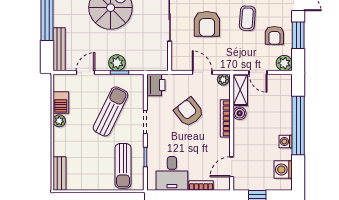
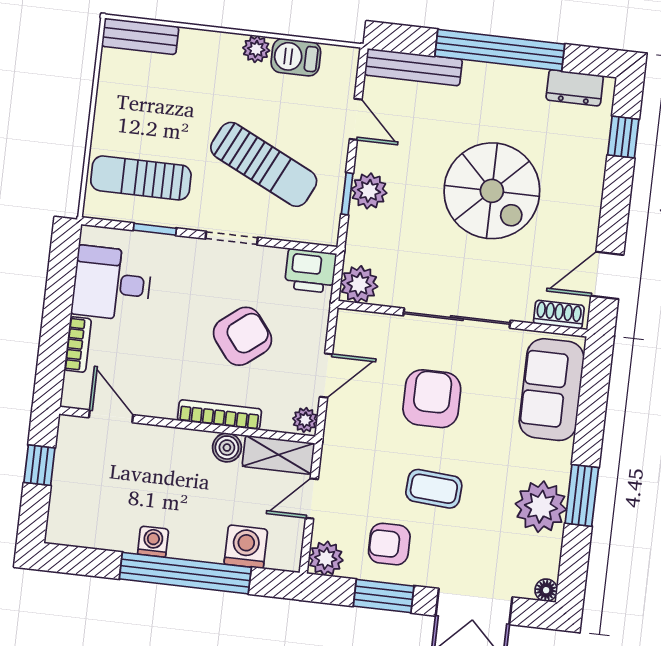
armchair: (207, 24) -> (432, 399), turned 90
plant: (159, 62) -> (359, 284), added
washing machine: (283, 170) -> (246, 547), moved

